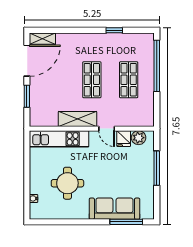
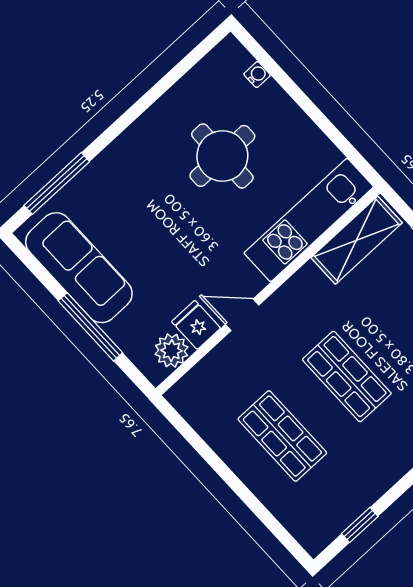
window: (114, 30) -> (360, 525), moved
window: (157, 66) -> (256, 506), removed
shelving: (77, 119) -> (357, 240), moved
sofa: (114, 209) -> (79, 268), moved, turned -90

